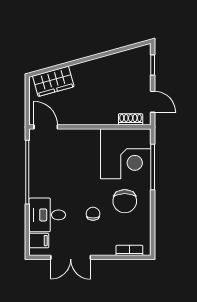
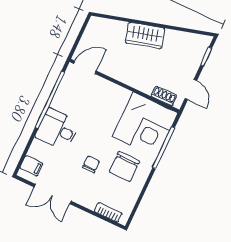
wardrobe: (53, 81) -> (145, 36), moved
door: (46, 127) -> (85, 67), hinge flipped
desk: (47, 215) -> (58, 130), moved

